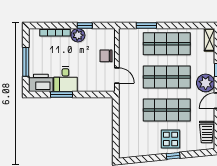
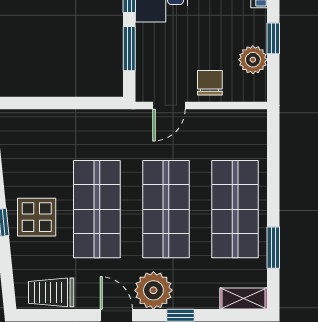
window: (146, 26) -> (273, 248), moved
plant: (78, 35) -> (253, 60), moved
window: (90, 95) -> (129, 49), added

